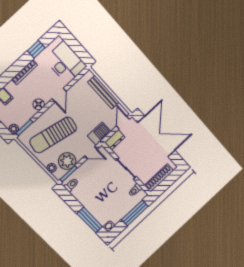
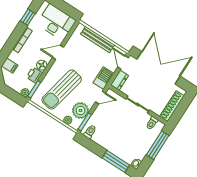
door: (59, 95) -> (58, 52), swing flipped
printer: (28, 113) -> (34, 75), added

